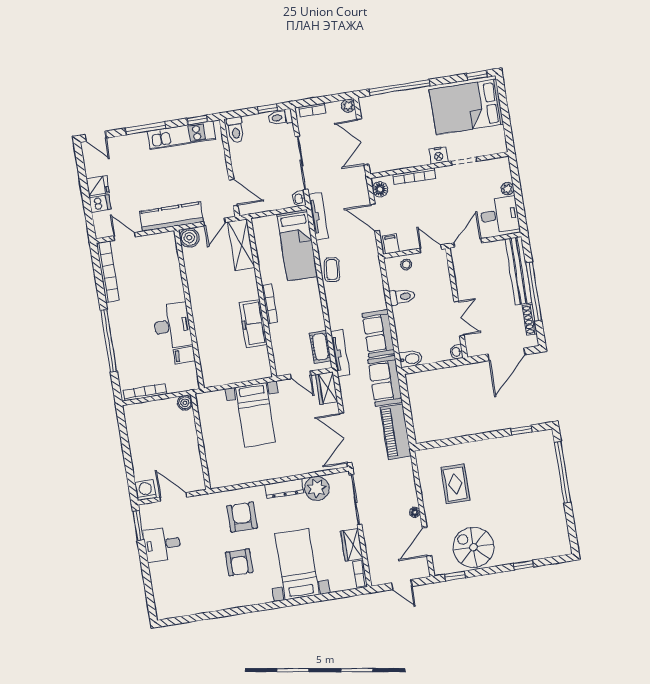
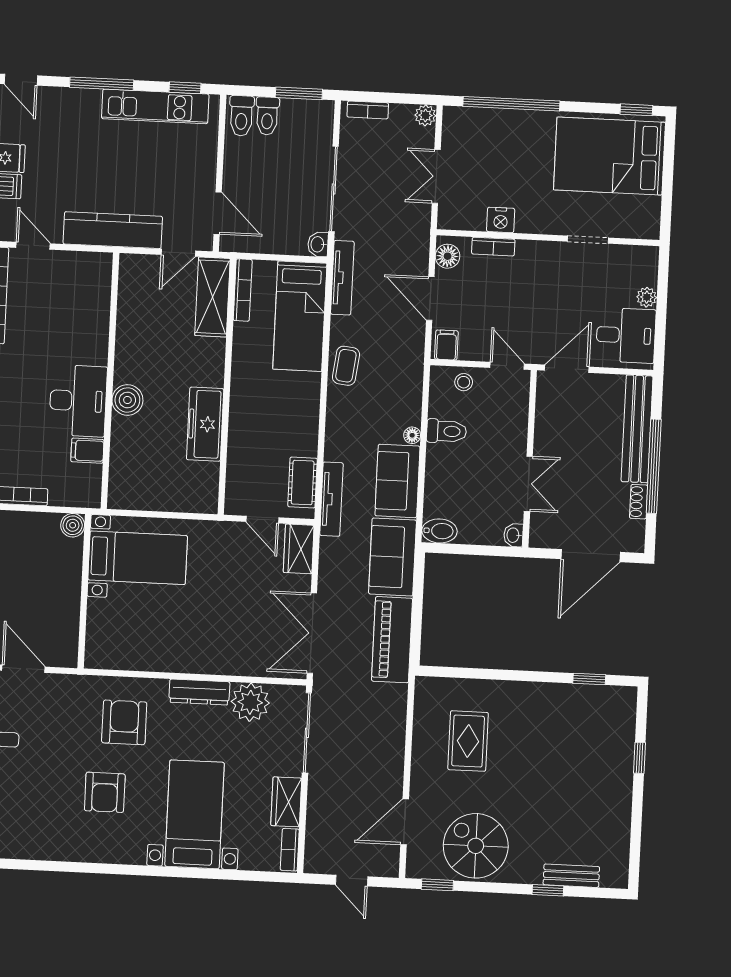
window: (268, 109) -> (299, 93), width x1.50
toilet: (280, 117) -> (267, 116), moved, turned -90
double door: (363, 142) -> (436, 176), width x0.73
nightstand: (439, 155) -> (501, 220), moved
bookcase: (414, 176) -> (493, 247), width x0.64
boiler: (189, 238) -> (127, 400), moved
bookcase: (270, 304) -> (243, 290), moved
shoe rack: (530, 320) -> (639, 502), width x0.70
bed with nightstands: (255, 415) -> (138, 558), moved, turned -90
window: (563, 472) -> (639, 758), width x0.32
floor lamp: (415, 512) -> (412, 435), moved
bench: (536, 553) -> (571, 876), added

